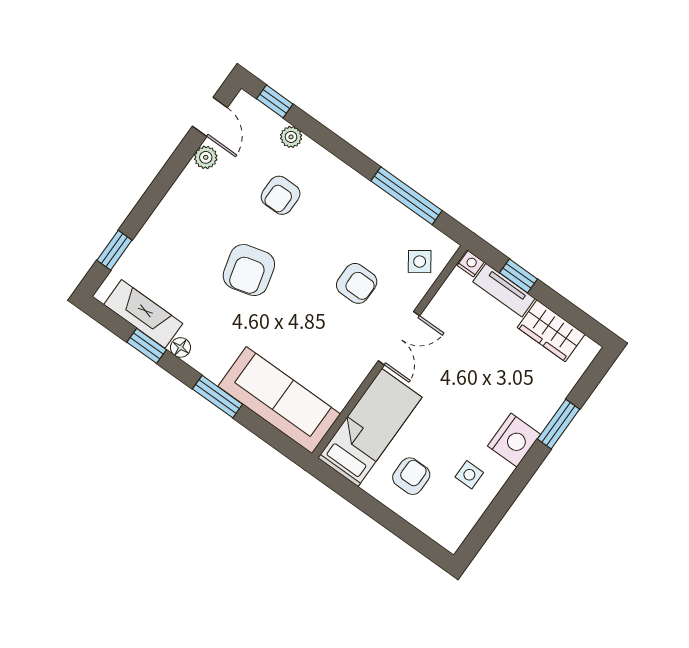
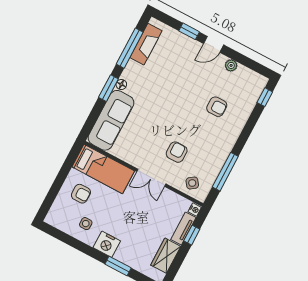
door: (210, 117) -> (214, 44), moved
plant: (291, 137) -> (248, 108), removed
armchair: (281, 195) -> (217, 107), turned 180
window: (114, 250) -> (189, 31), moved
armchair: (249, 270) -> (176, 96), removed
armchair: (357, 283) -> (177, 152), turned 180
window: (147, 346) -> (130, 48), width x2.17
floor lamp: (181, 347) -> (121, 84), moved

